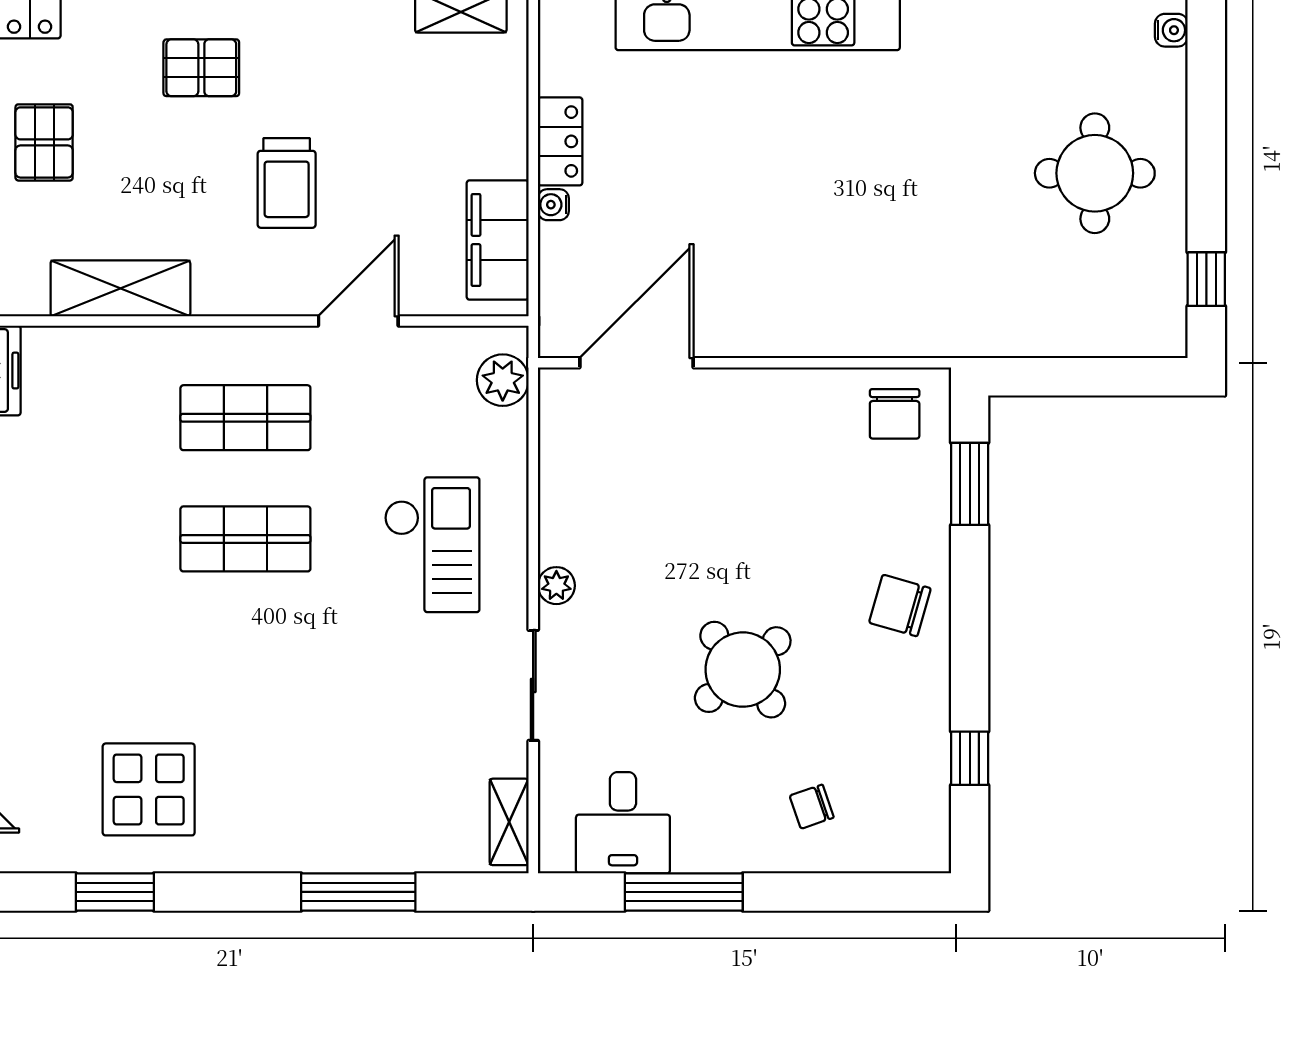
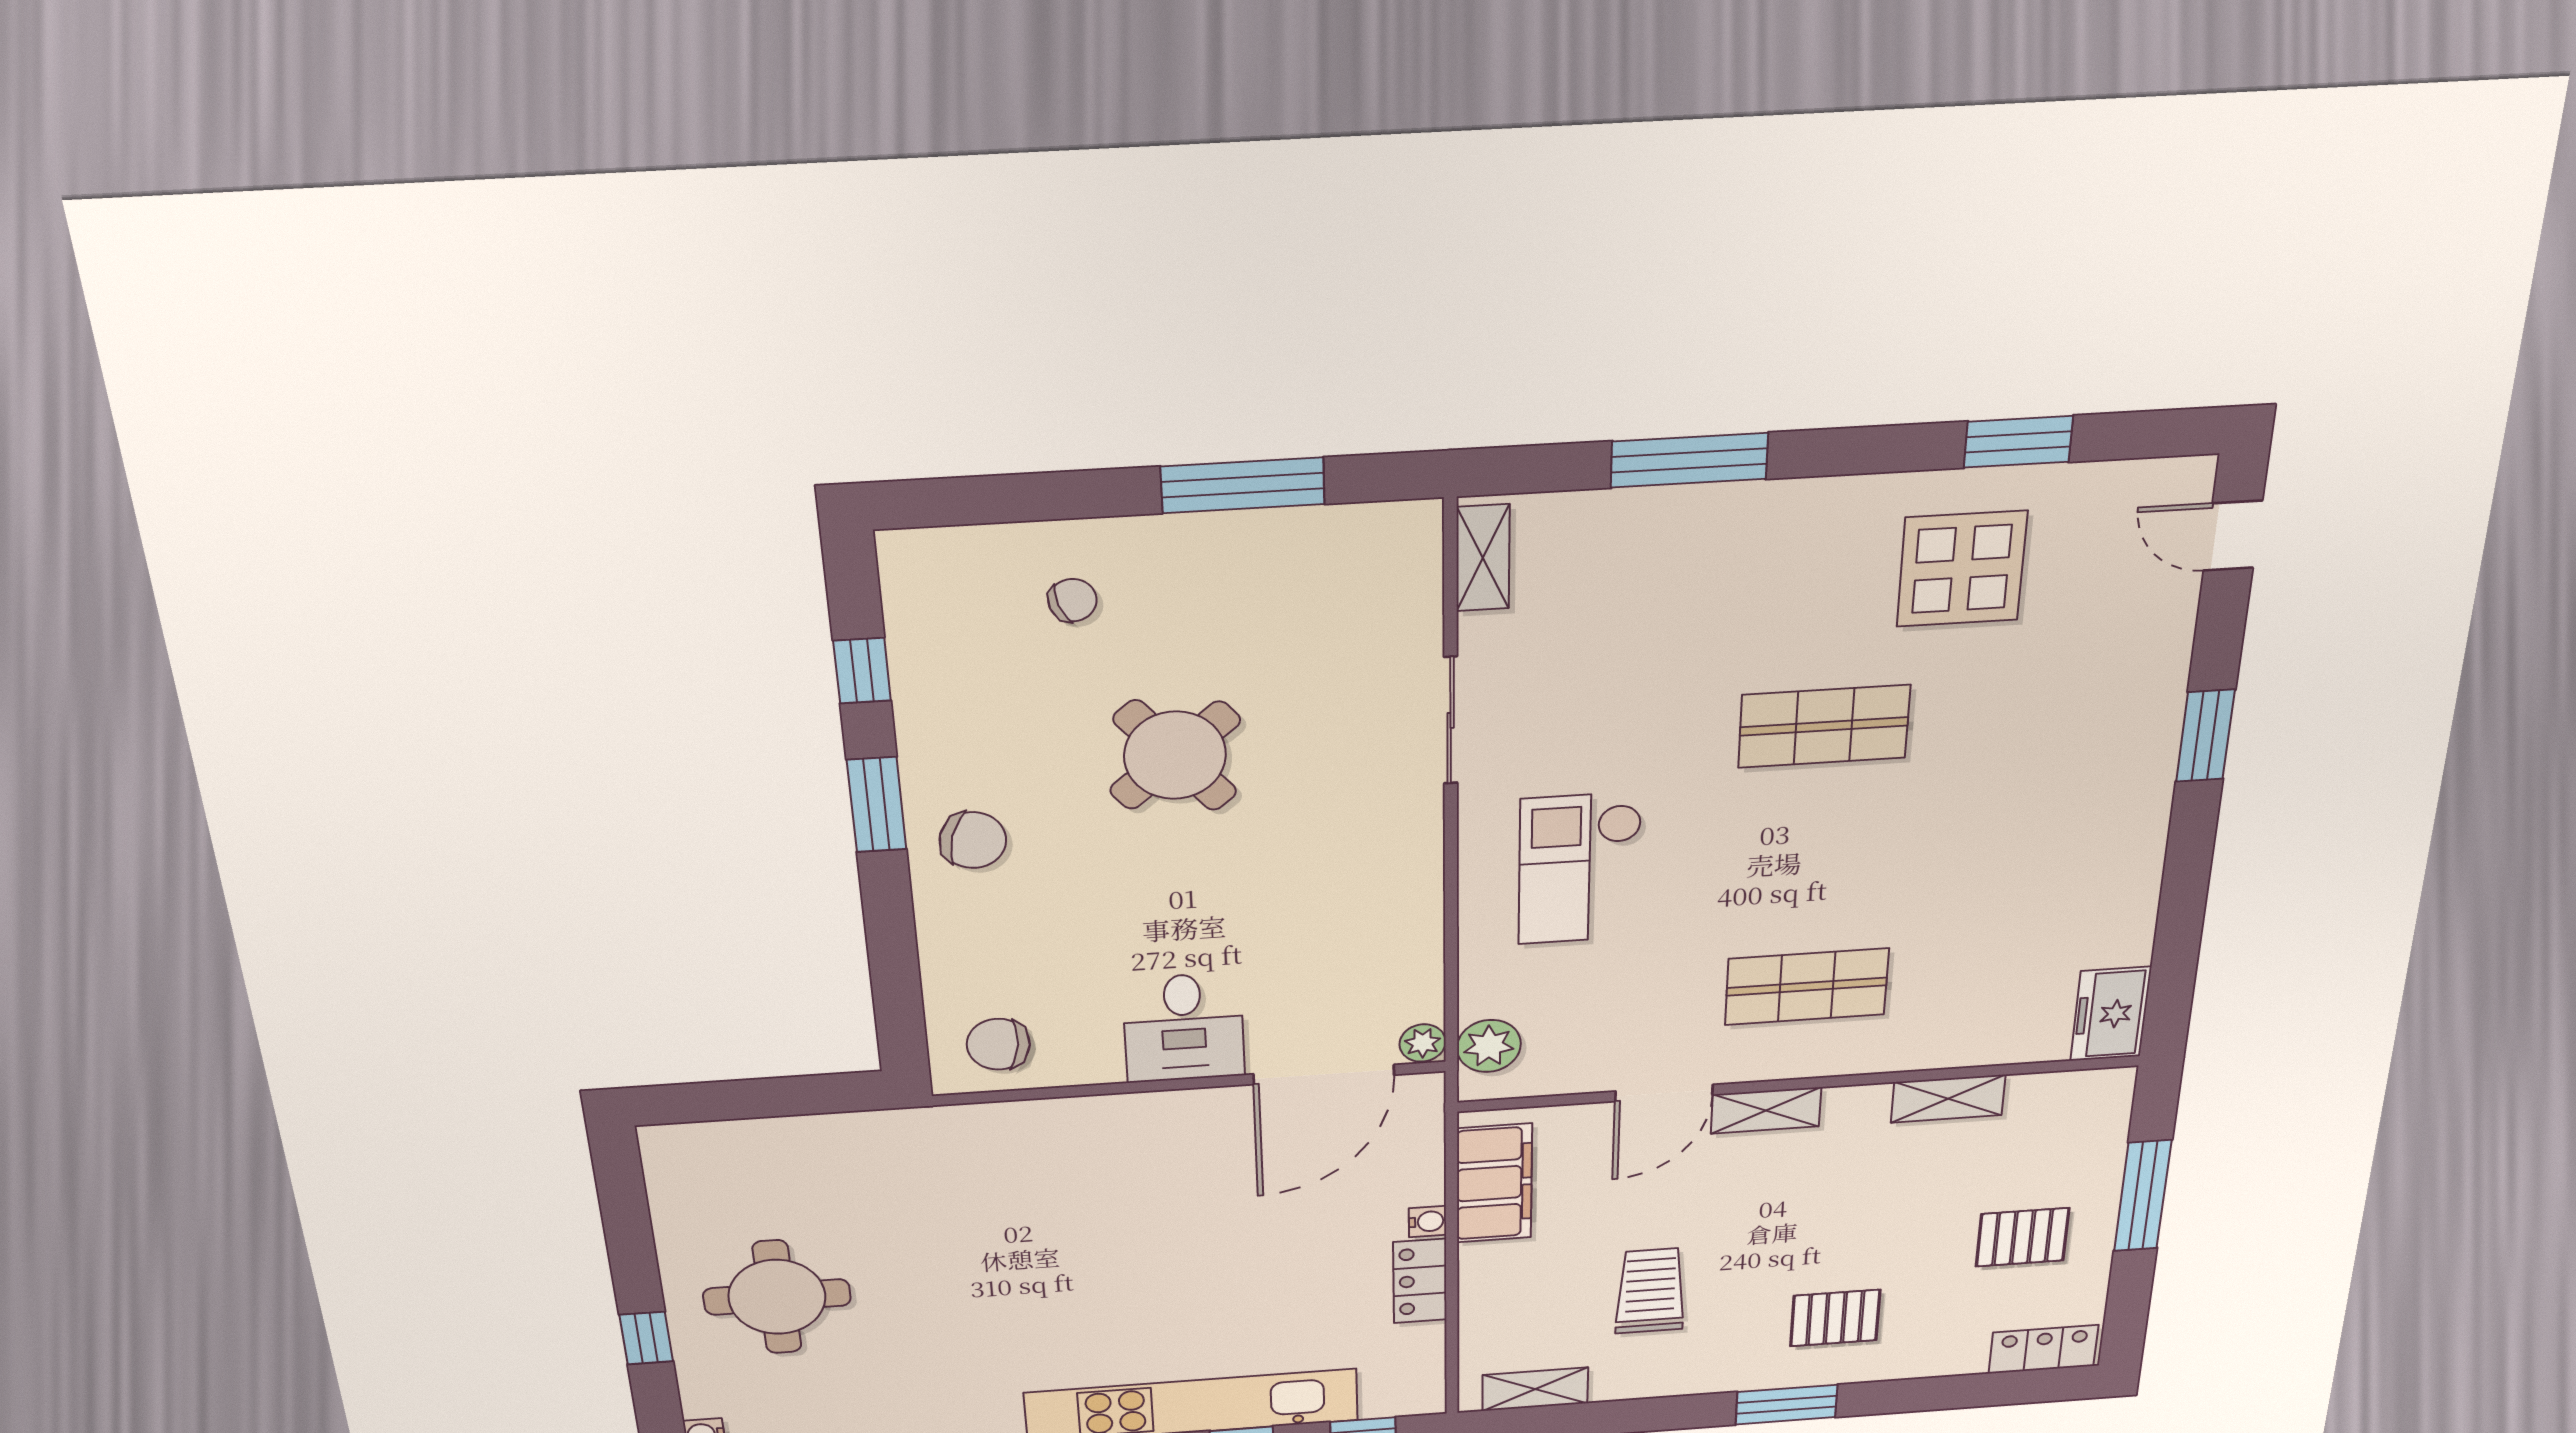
pallet: (44, 142) -> (2022, 1237), turned 90
trolley: (287, 183) -> (1650, 1291), moved
window: (1206, 279) -> (646, 1338), moved
shelving: (120, 288) -> (1948, 1099), width x0.67, depth x0.75
shelving: (273, 296) -> (1766, 1110), added
chair: (895, 414) -> (998, 1044), turned -84
window: (970, 484) -> (877, 805), moved
shop shelf: (245, 539) -> (1824, 726), moved
plant: (556, 586) -> (1423, 1043), moved
desk: (623, 823) -> (1184, 1028), moved, turned 180

